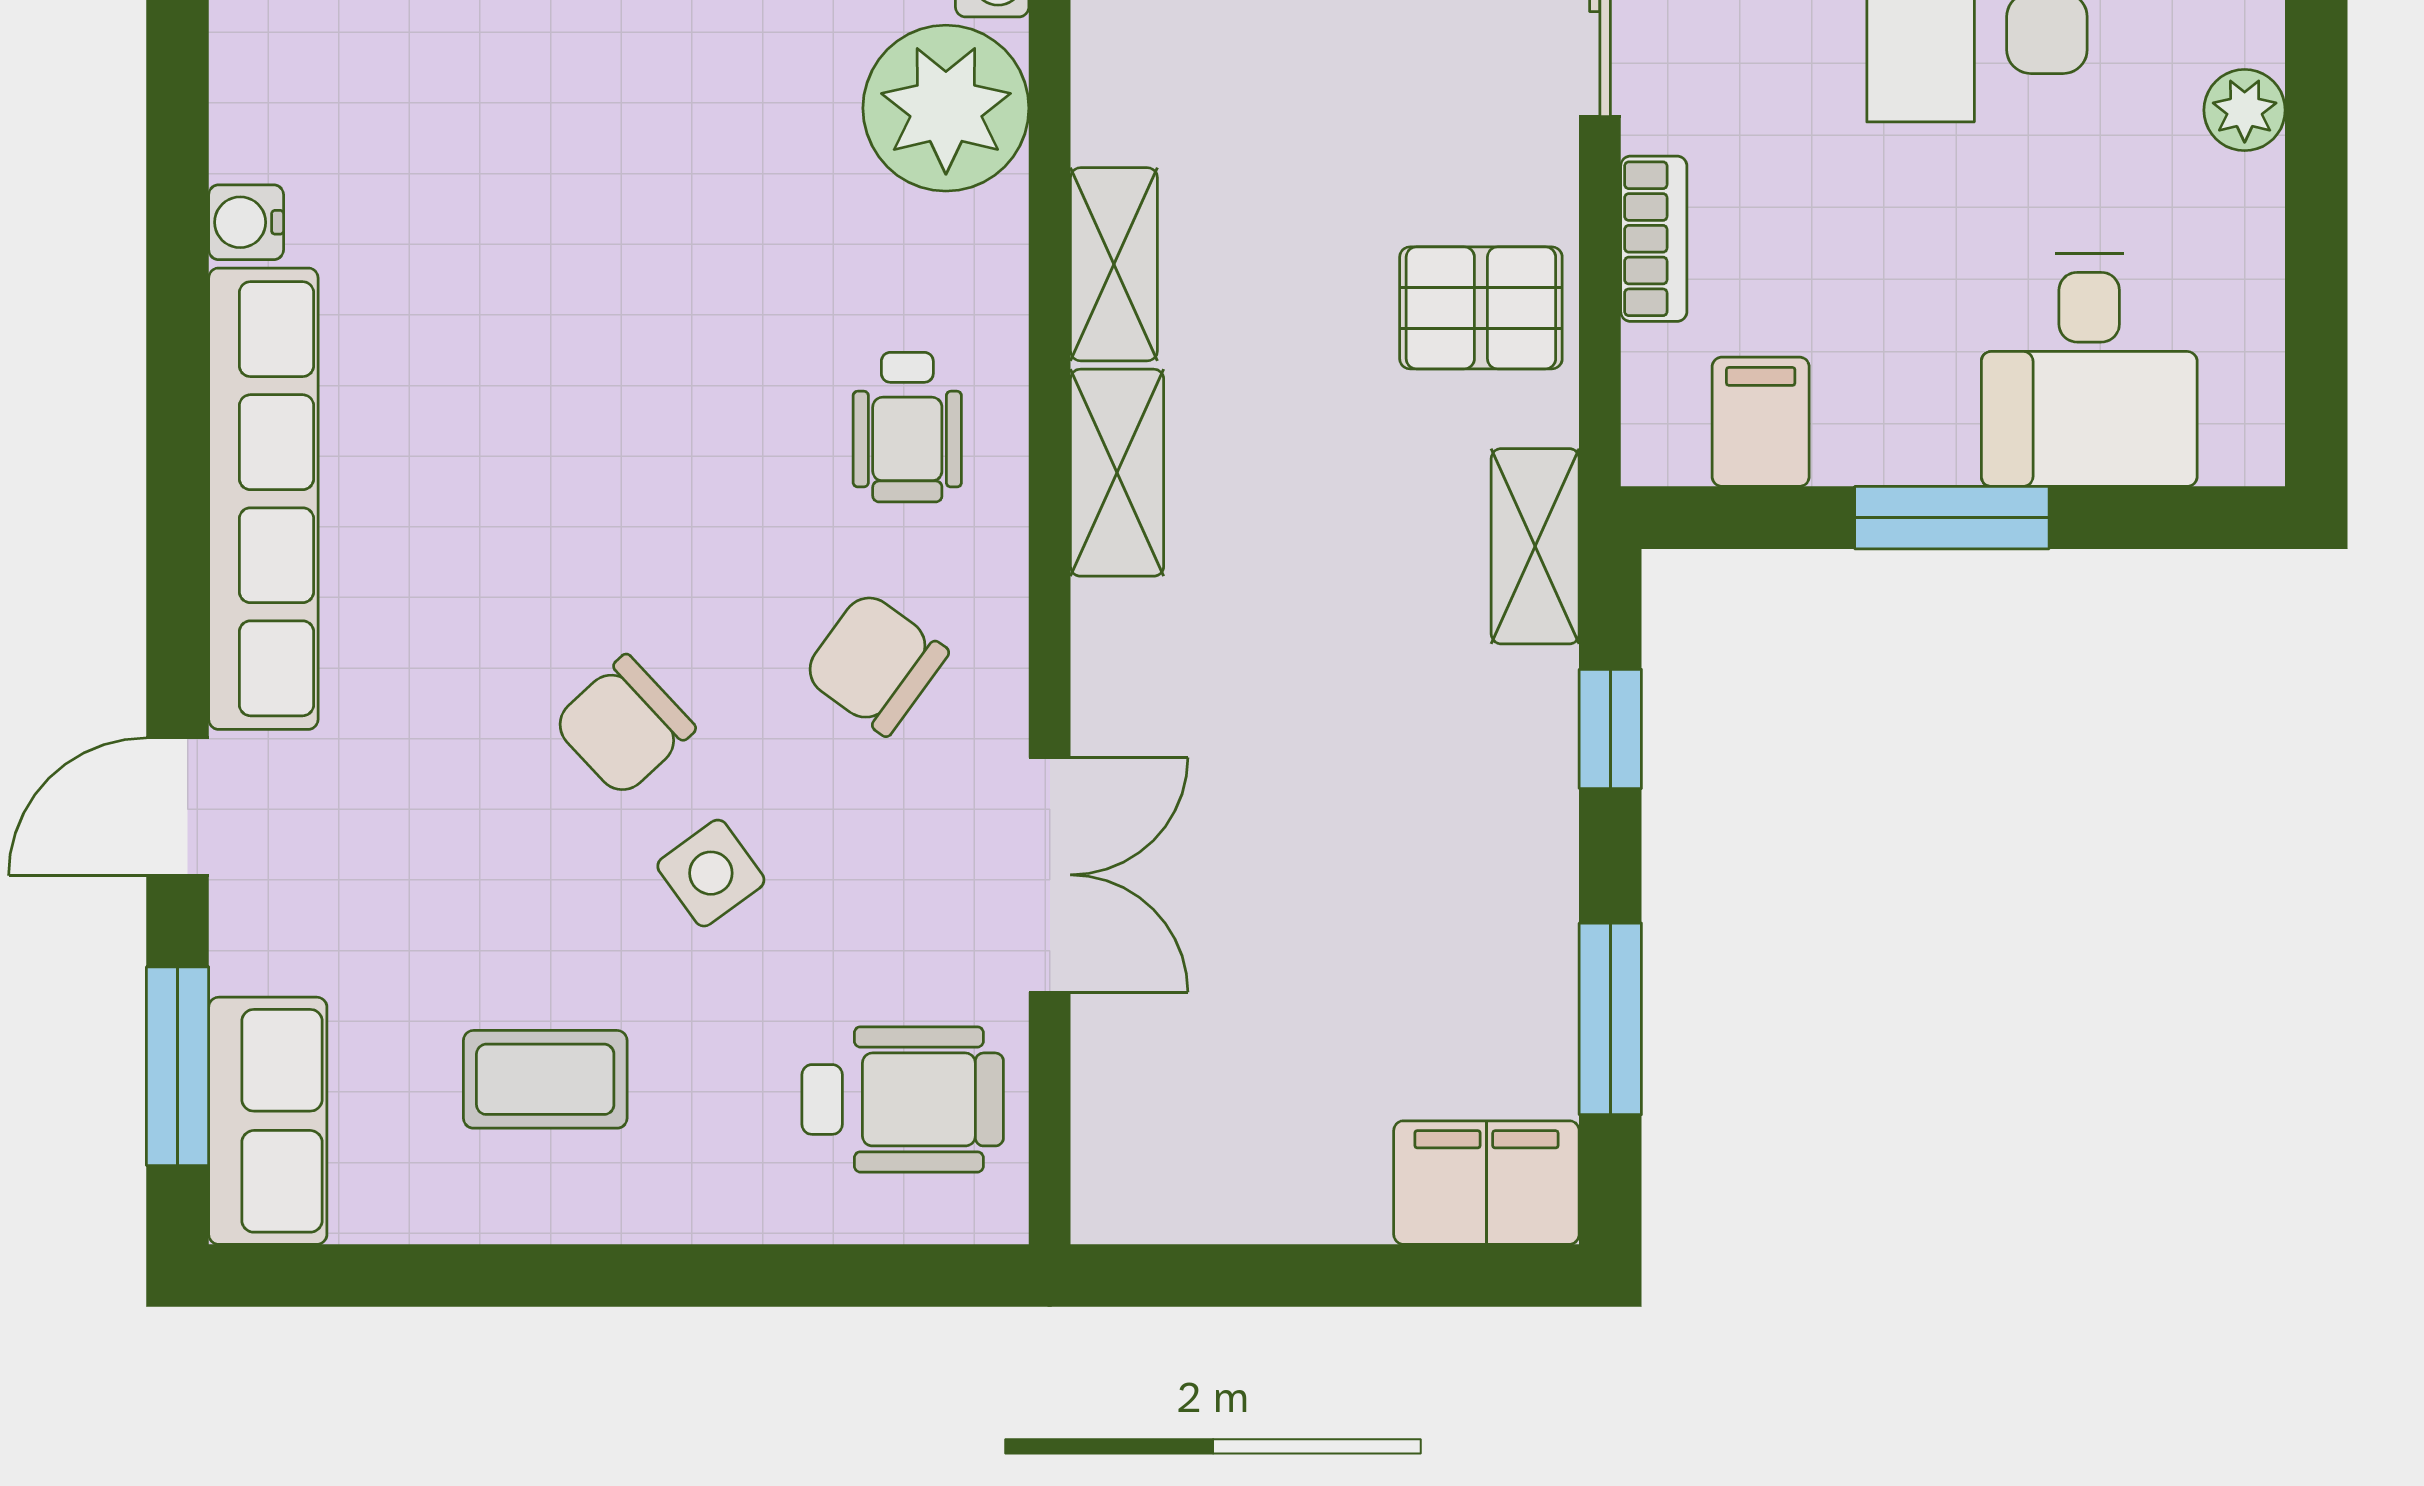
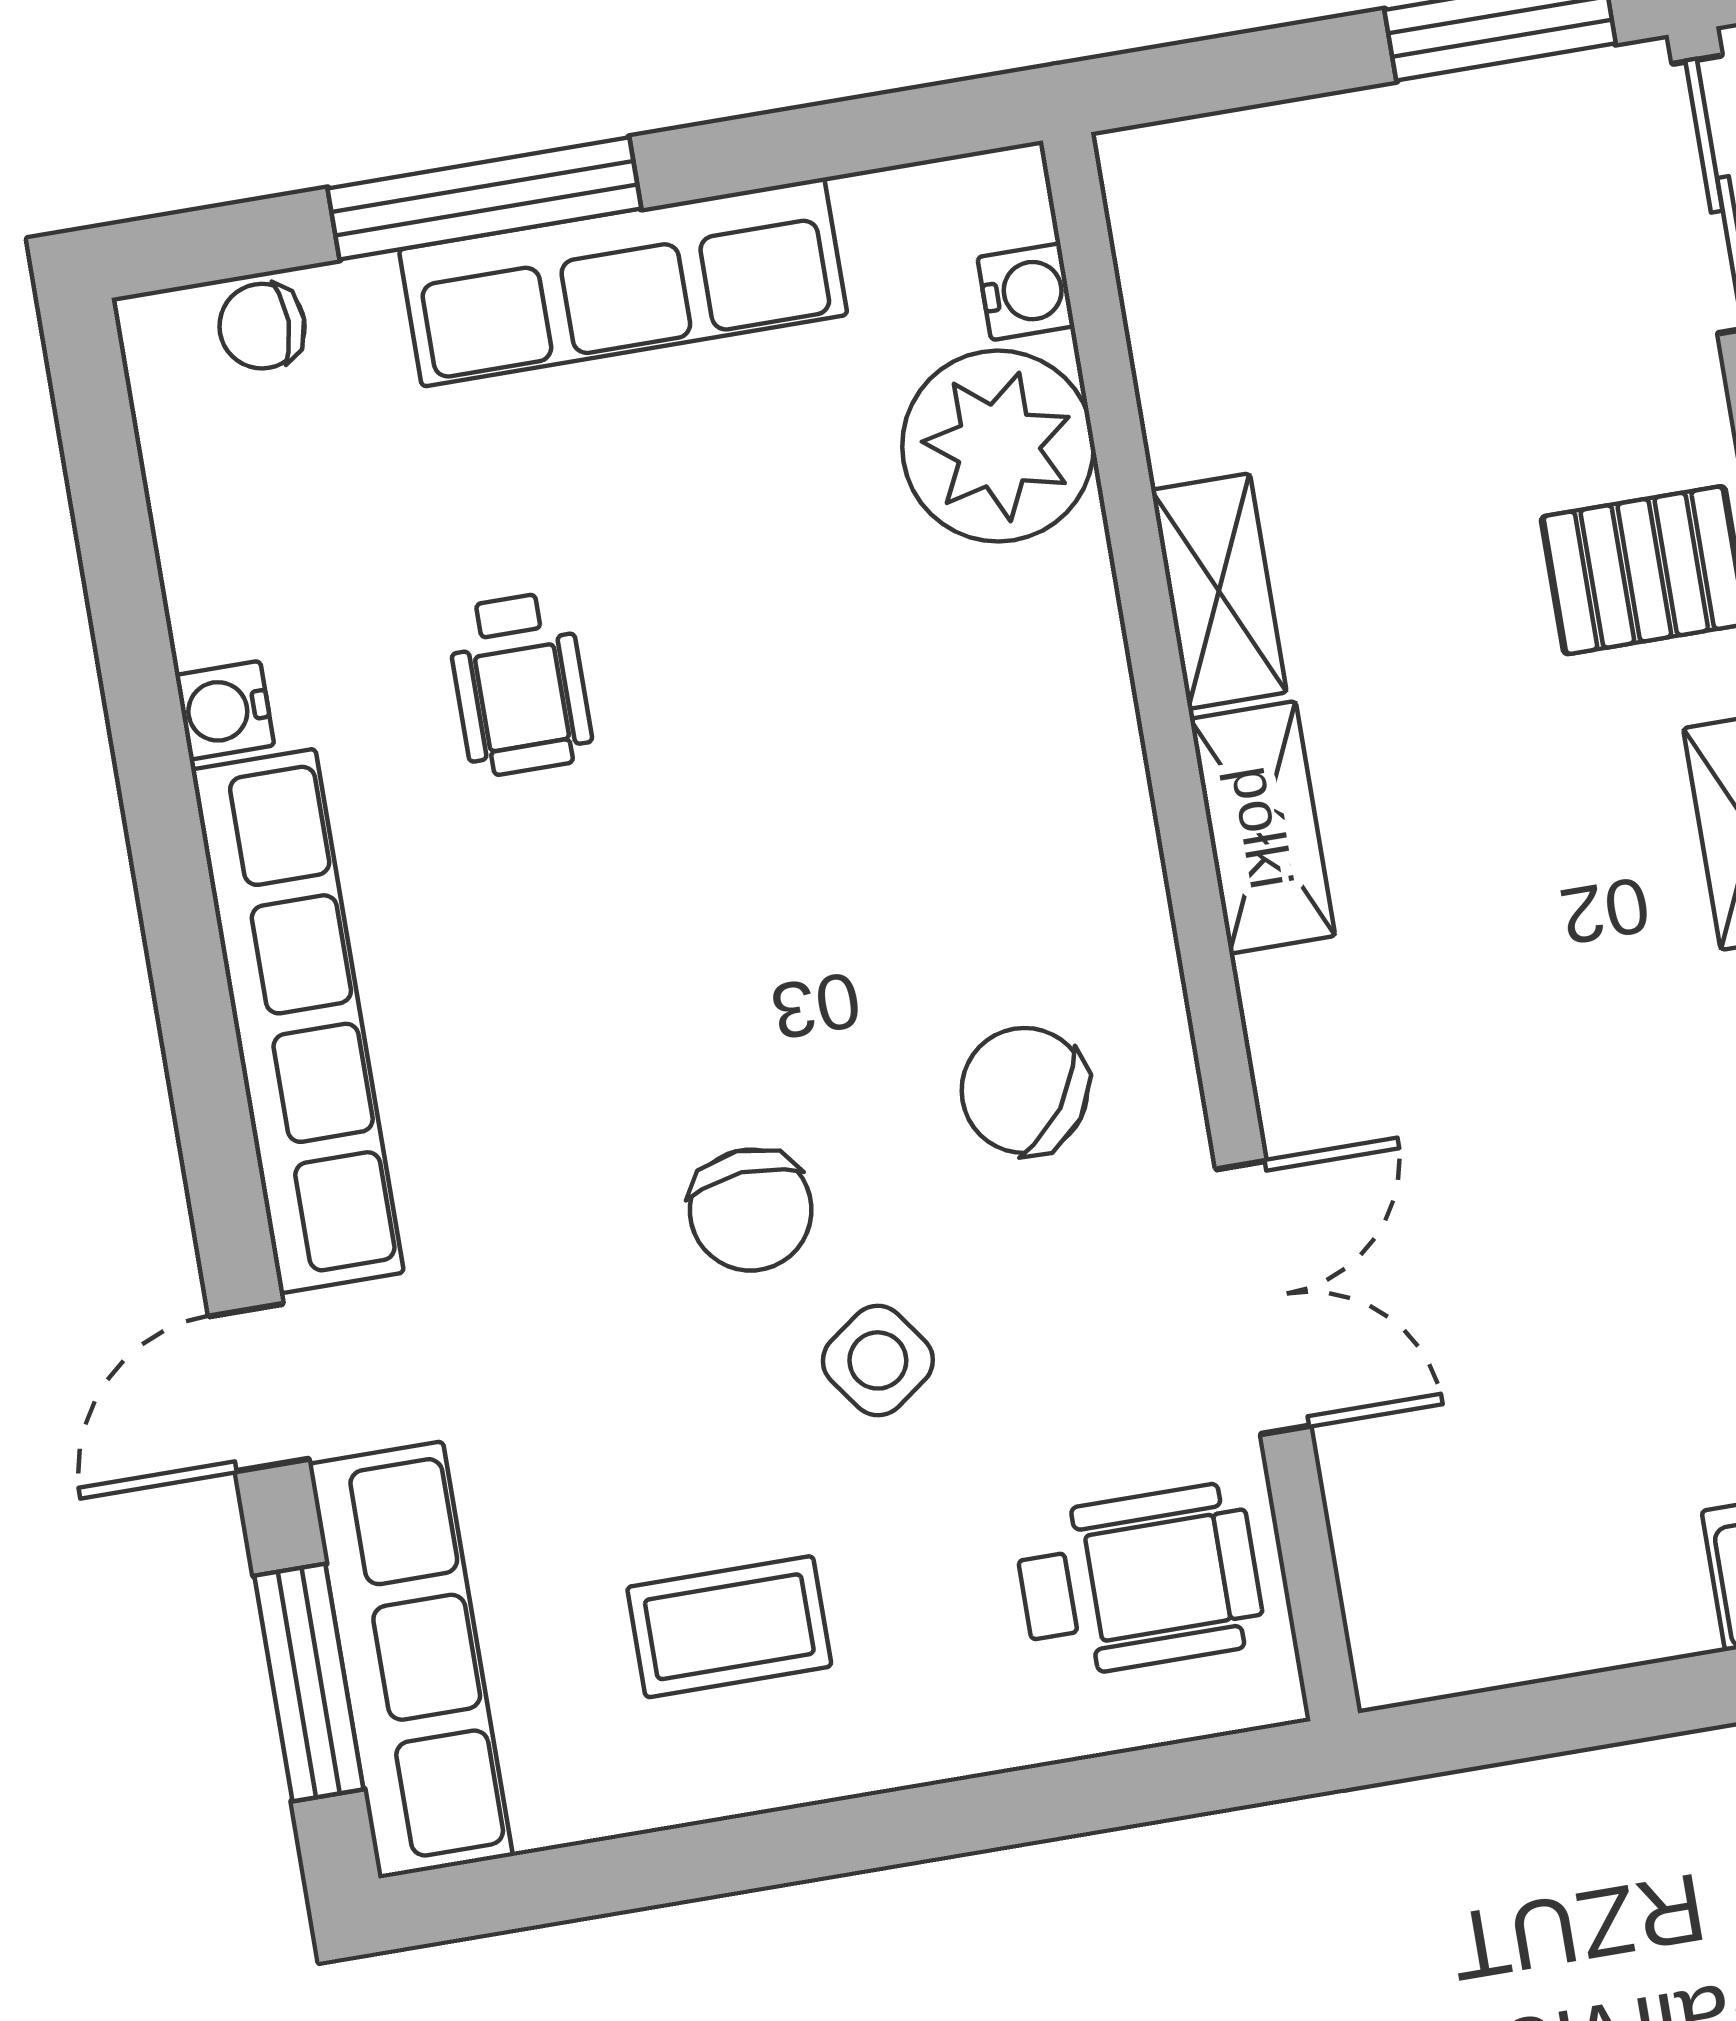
wheelchair: (907, 427) -> (520, 684), moved
chair: (624, 726) -> (751, 1210), turned -51
row of seats: (268, 1121) -> (411, 1660), width x1.48

